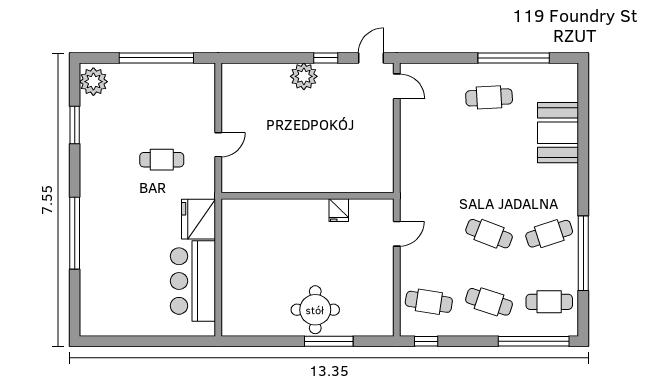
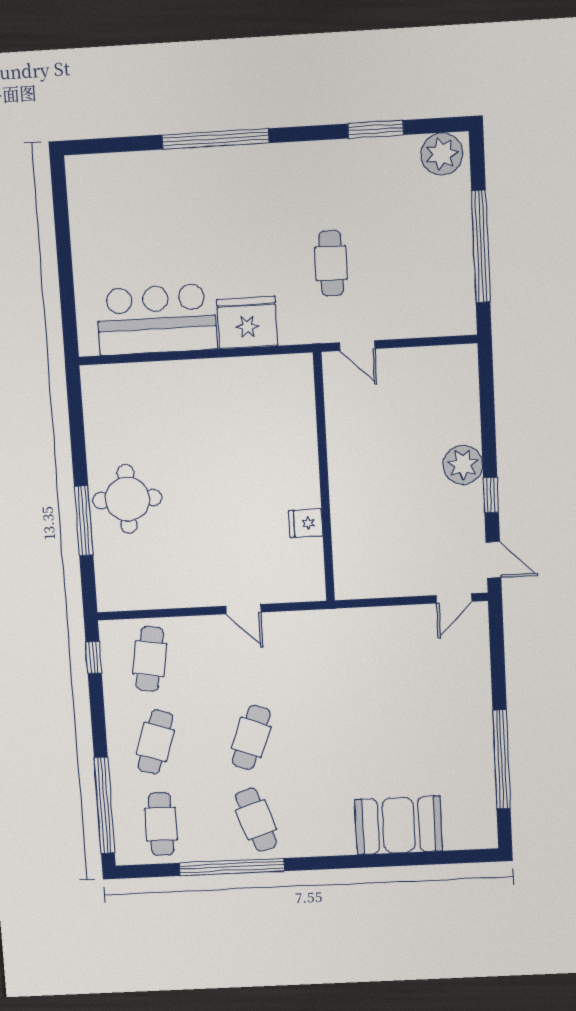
cafe table: (489, 97) -> (444, 728), removed
wall: (308, 196) -> (324, 478), moved
fridge: (339, 210) -> (306, 523), moved

